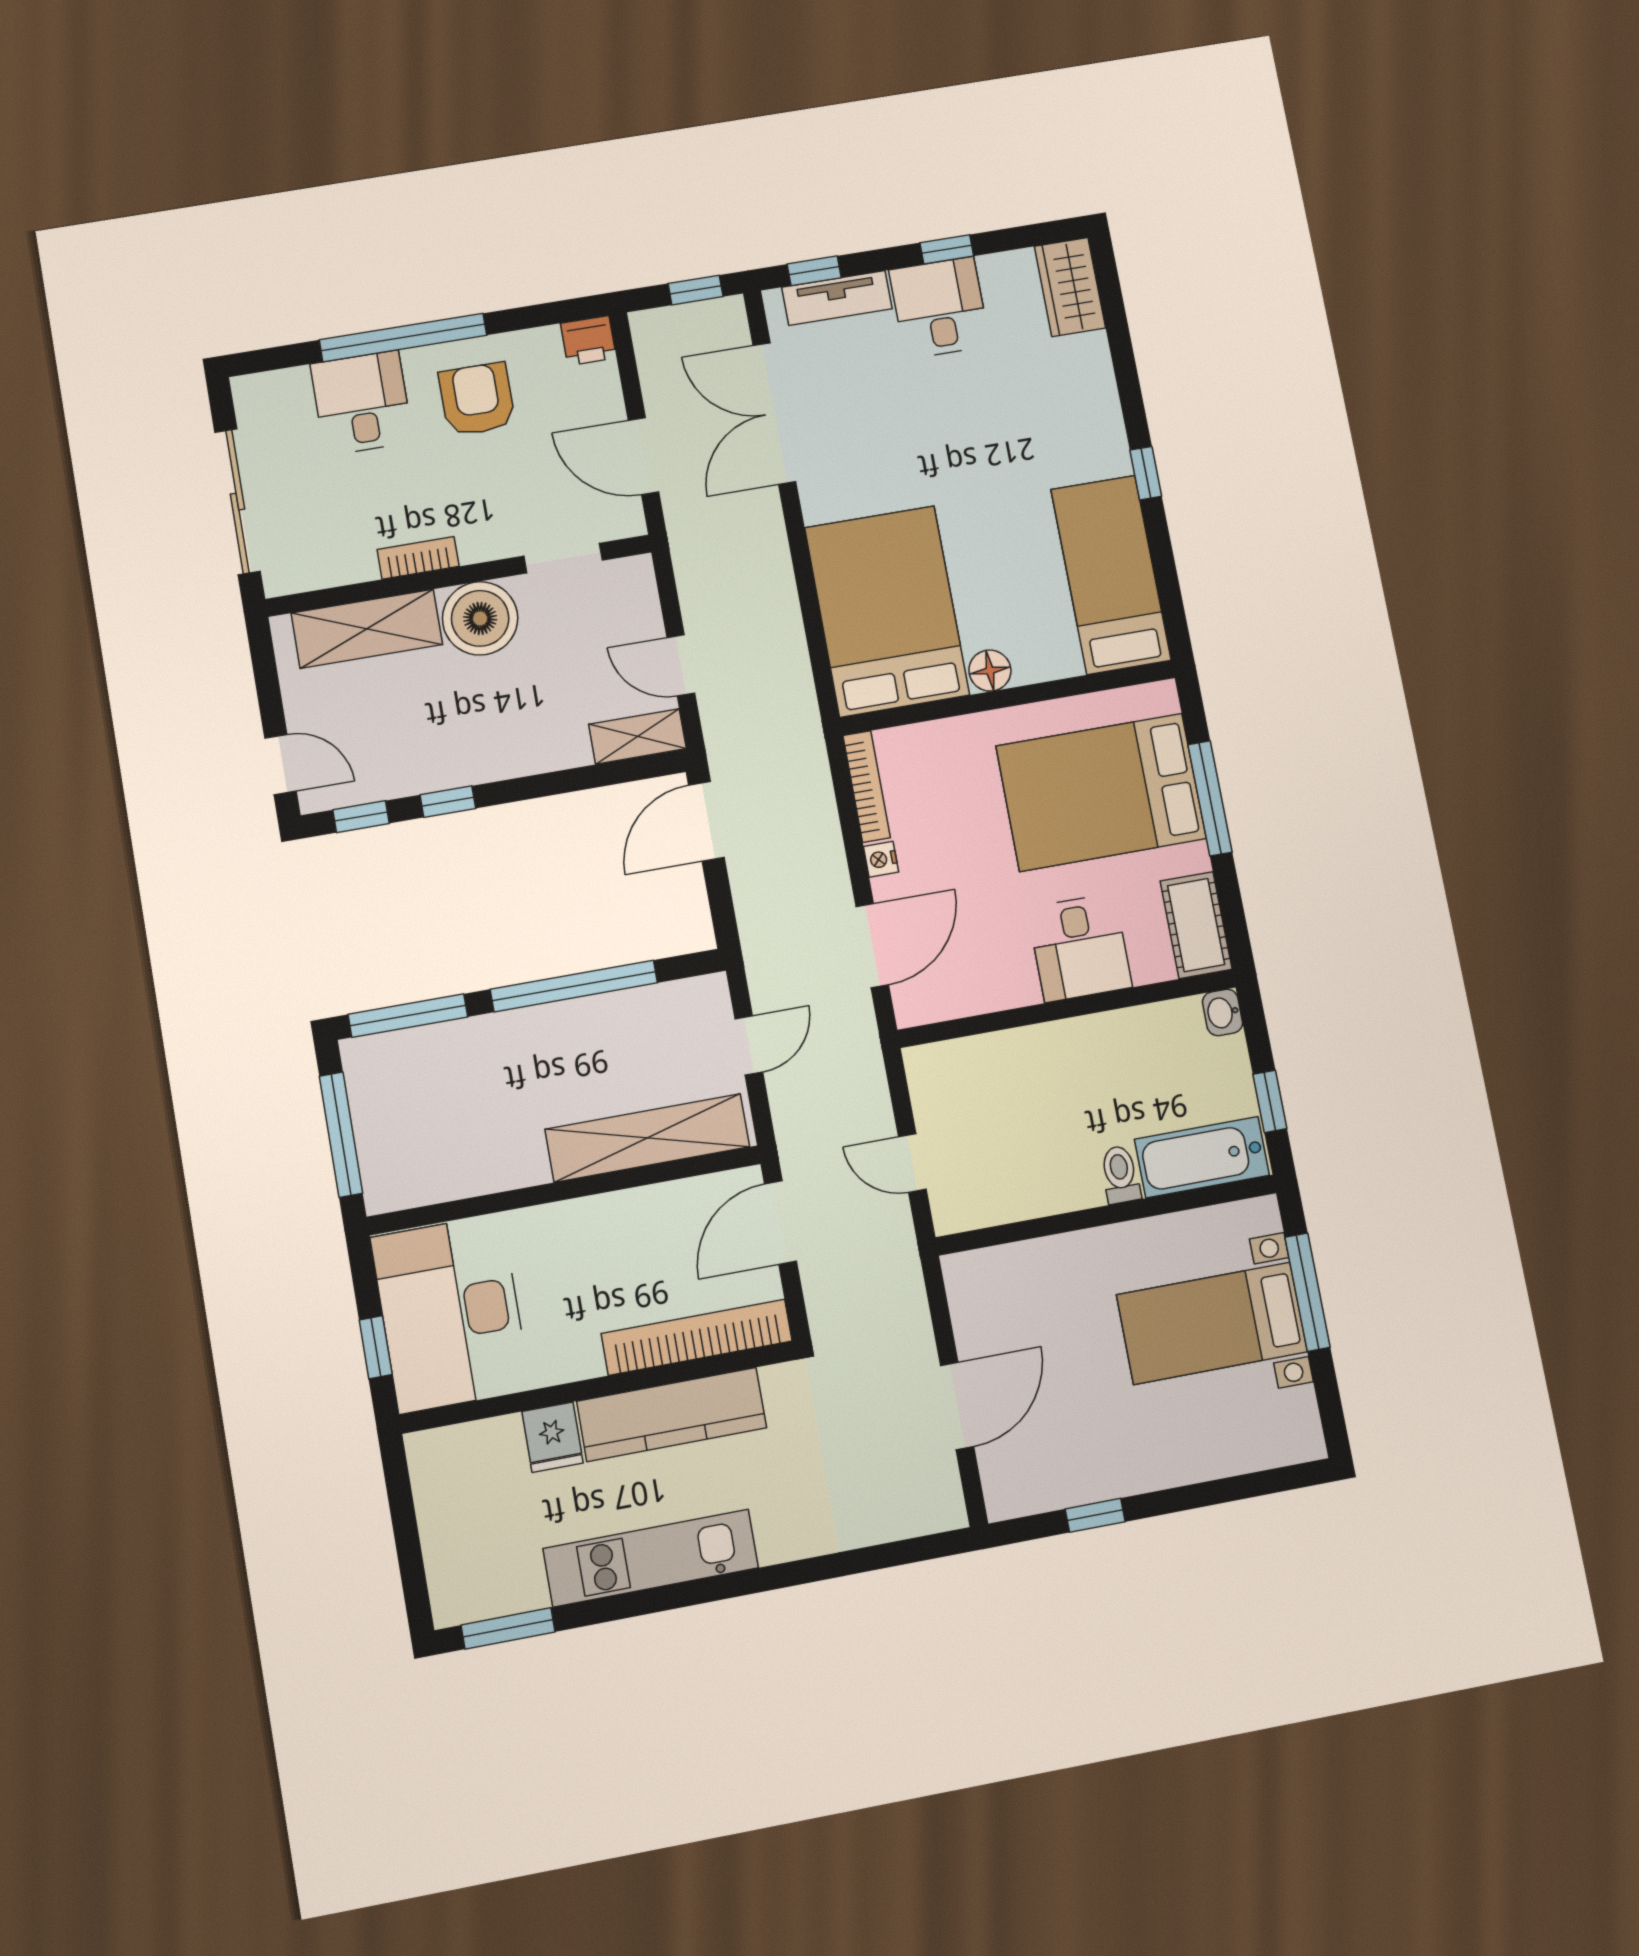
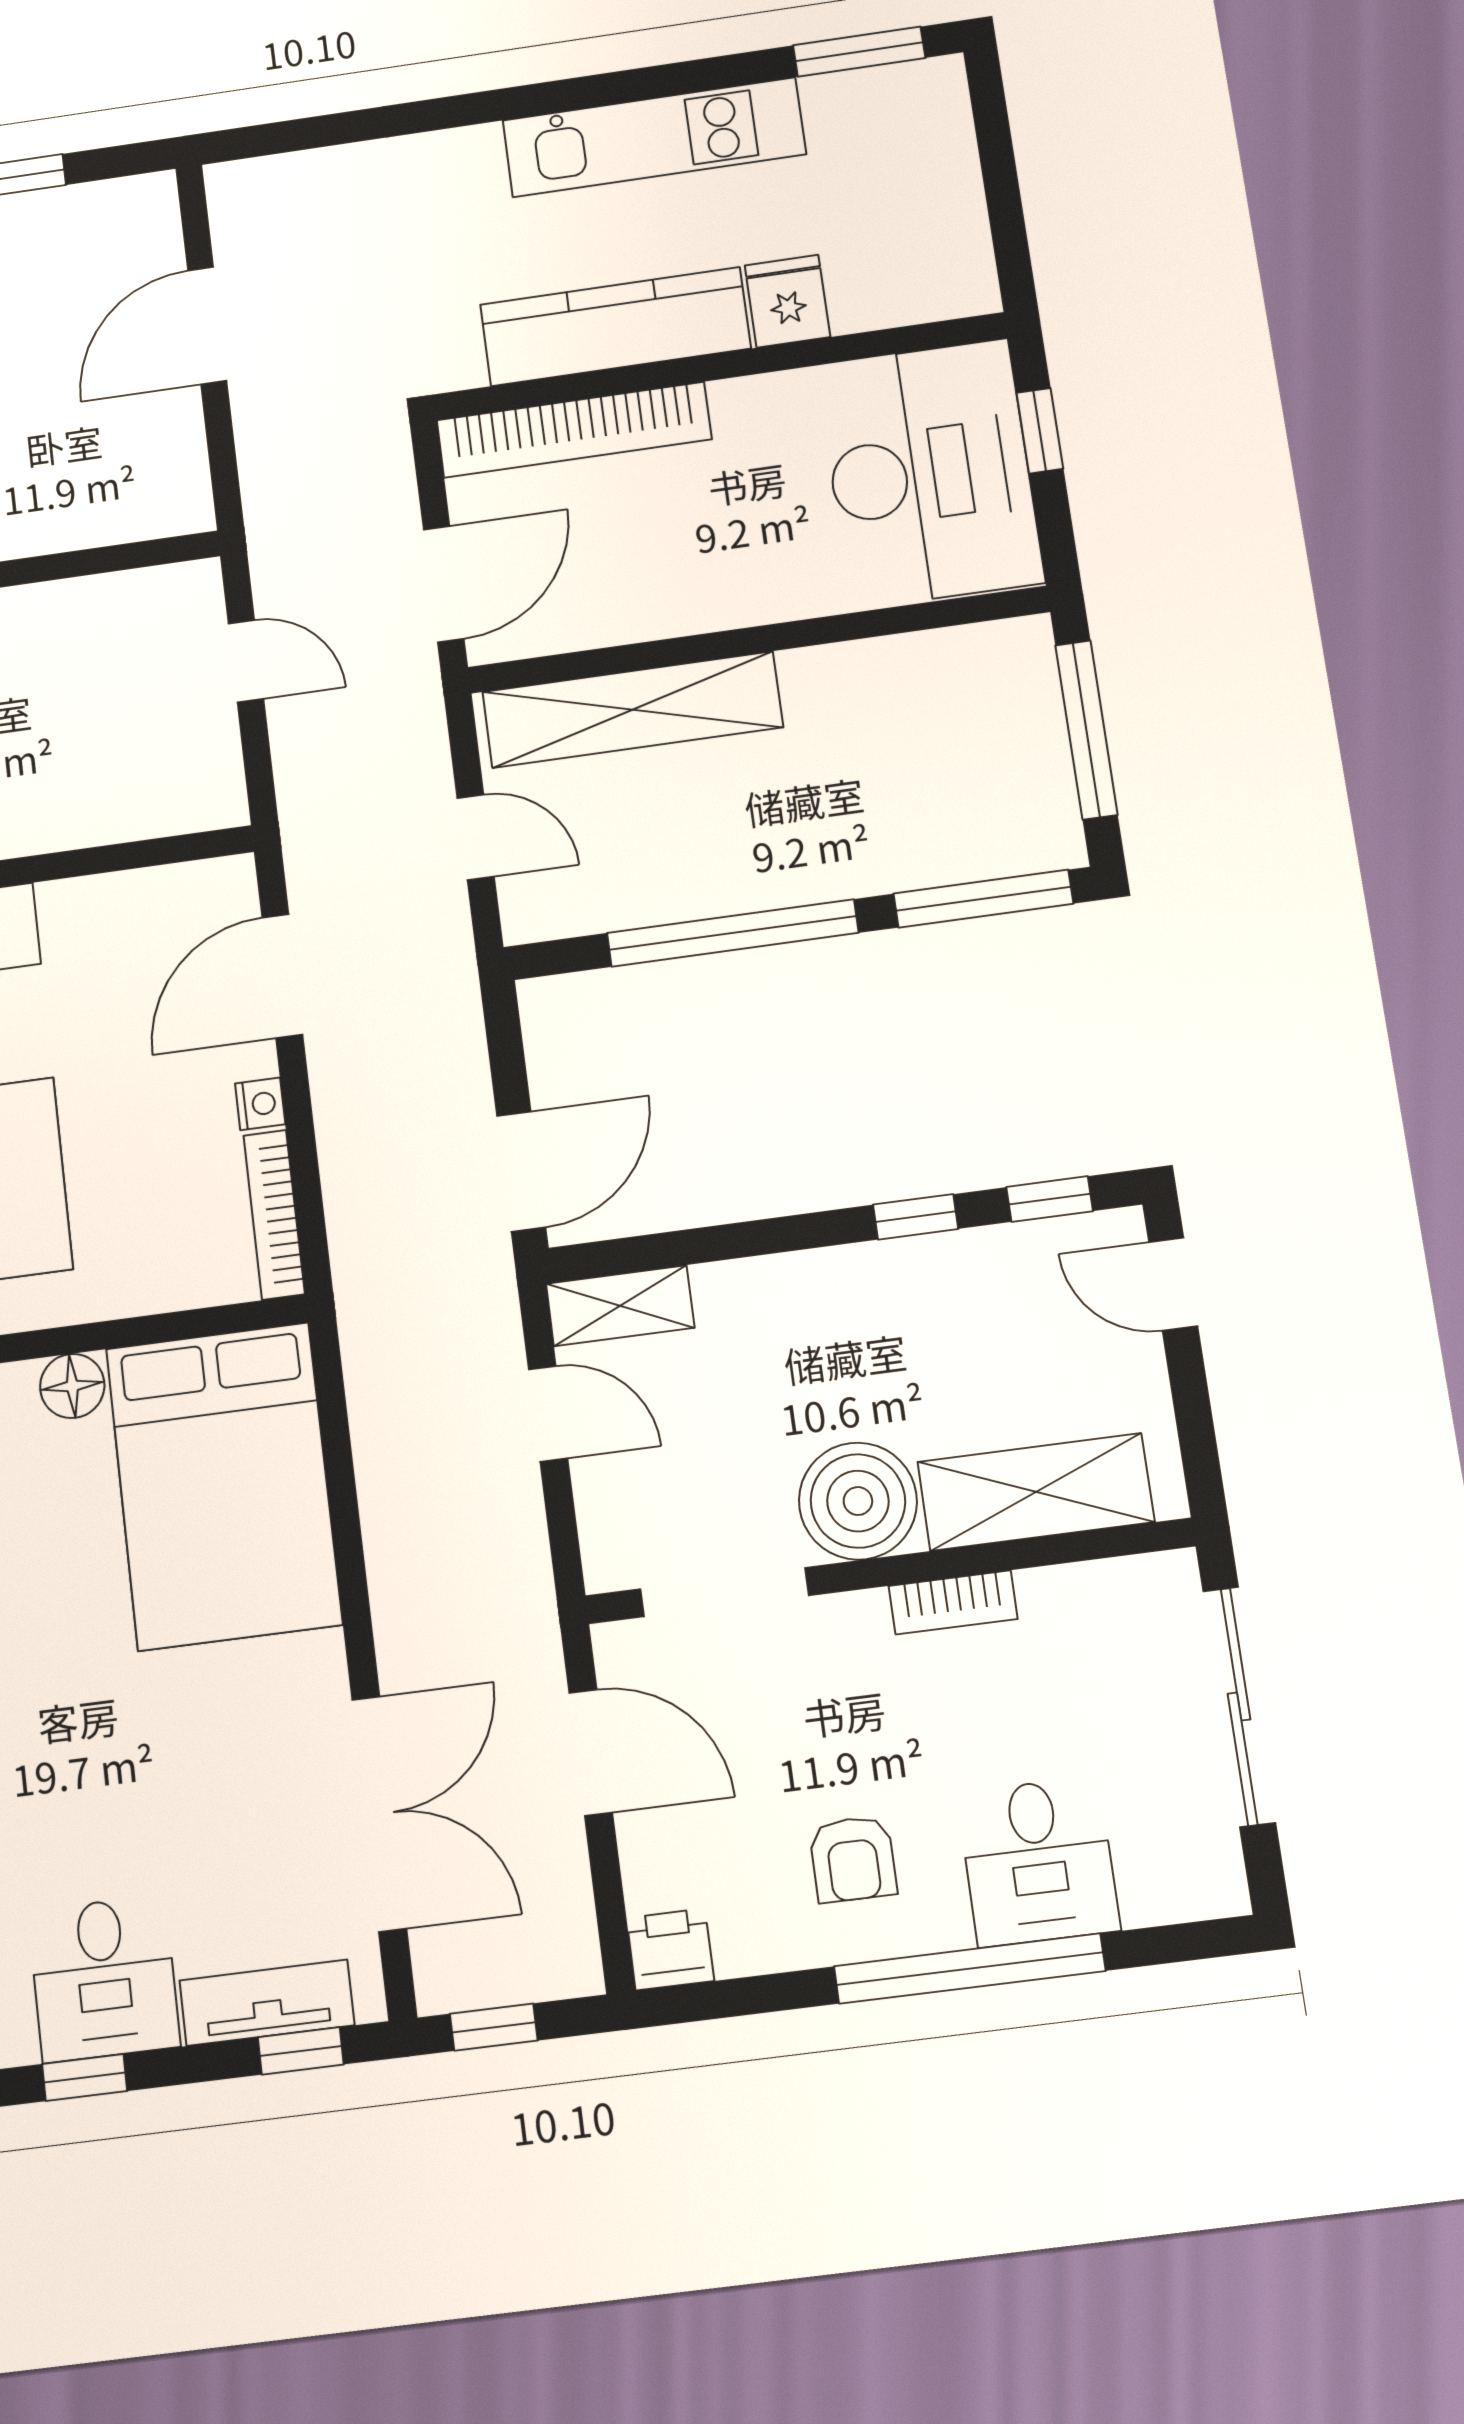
armchair: (477, 399) -> (853, 1859), width x0.72, depth x0.72
doorway: (563, 558) -> (724, 1592), width x1.38
door: (749, 1045) -> (476, 837), swing flipped

